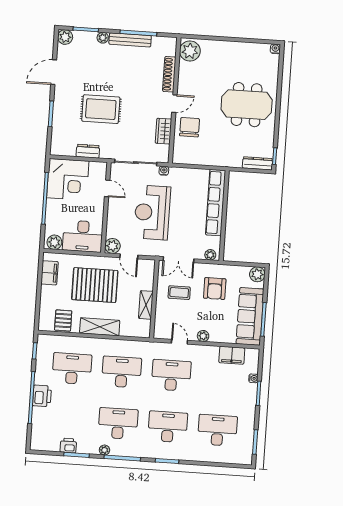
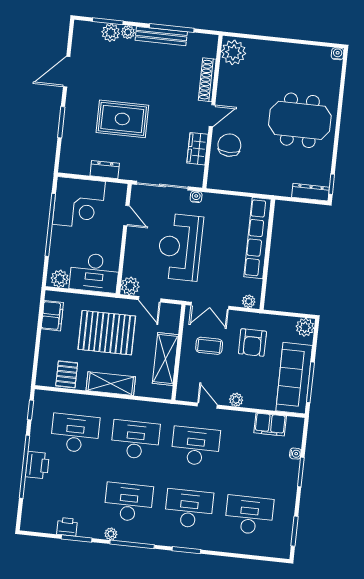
plant: (65, 37) -> (111, 33), moved
shelving: (146, 305) -> (165, 359), width x1.50, depth x1.33

